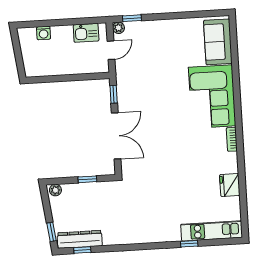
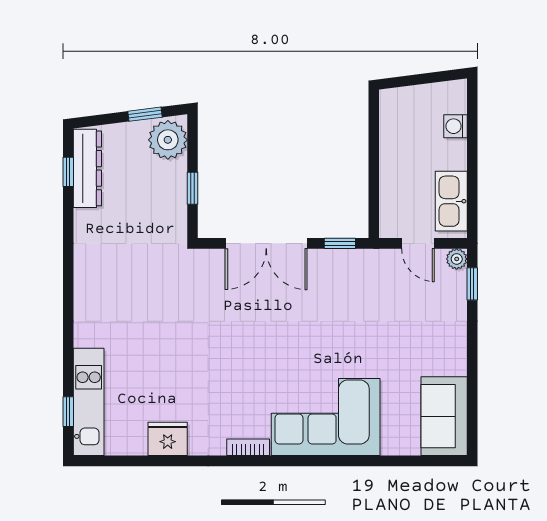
kitchen sink: (86, 33) -> (451, 201), width x1.38
sofa: (218, 42) -> (444, 416), moved, turned -90
plant: (55, 190) -> (168, 140), width x1.88, depth x1.88
window: (52, 232) -> (145, 114), moved
window: (189, 244) -> (68, 412), moved

